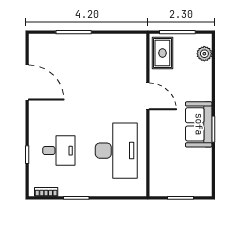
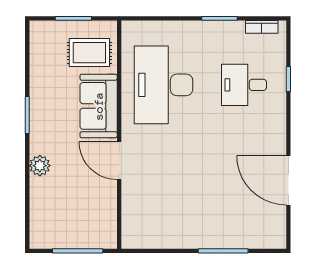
rug: (162, 53) -> (89, 53), moved, turned 90
plant: (204, 54) -> (40, 166), moved
sofa: (199, 124) -> (99, 106), moved, turned 180

